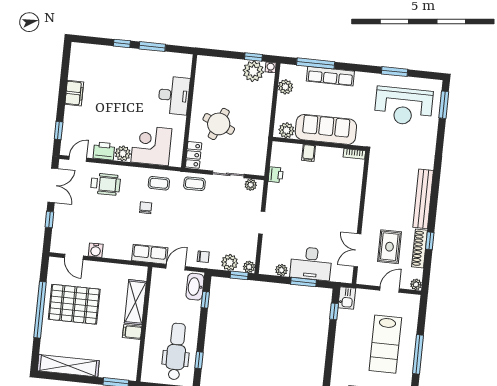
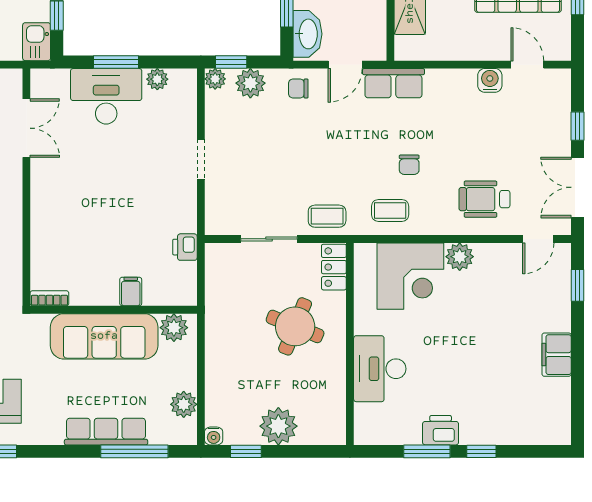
plant: (253, 71) -> (278, 426), moved
printer: (104, 151) -> (441, 430), moved, turned 180
plant: (251, 185) -> (227, 225), removed

